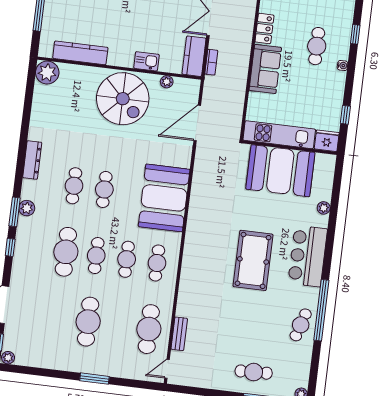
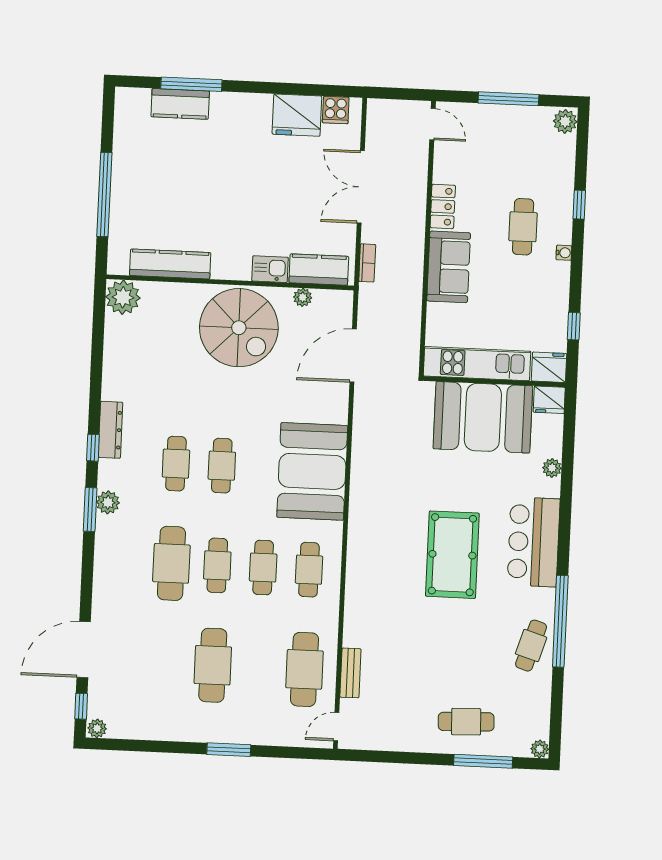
kitchen counter: (194, 56) -> (319, 270), moved, turned 90
fridge: (325, 162) -> (549, 400), added
window: (10, 247) -> (93, 448), moved

